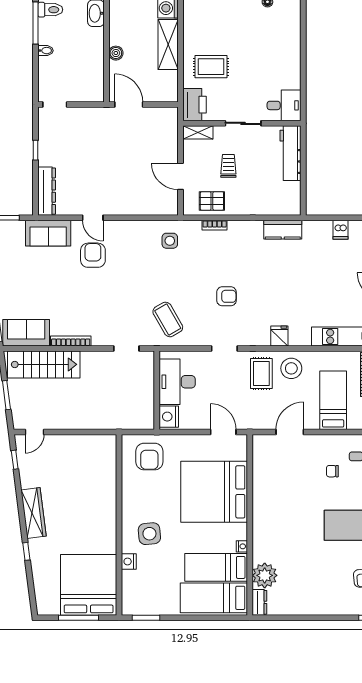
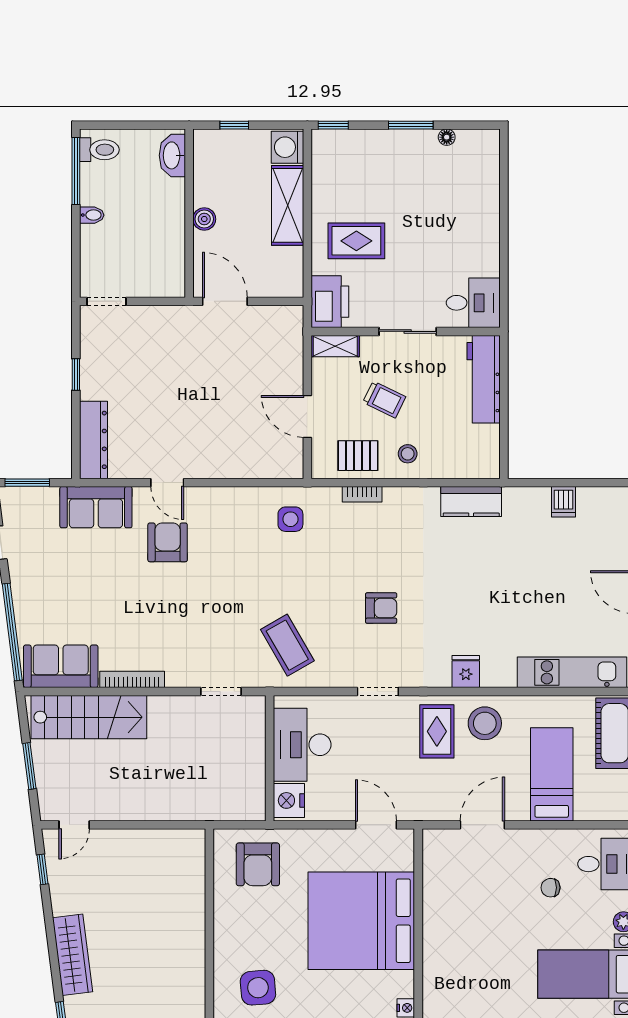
trolley: (228, 166) -> (384, 399), turned 116
stool: (243, 200) -> (408, 454), added

